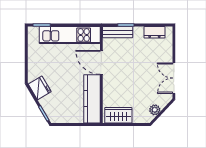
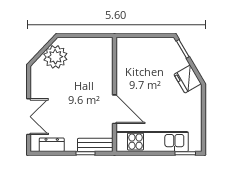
double door: (174, 78) -> (29, 117), moved
kitchen counter: (92, 99) -> (126, 66), removed
plant: (155, 110) -> (55, 57), width x1.87, depth x1.87
wardrobe: (118, 115) -> (95, 47), removed

